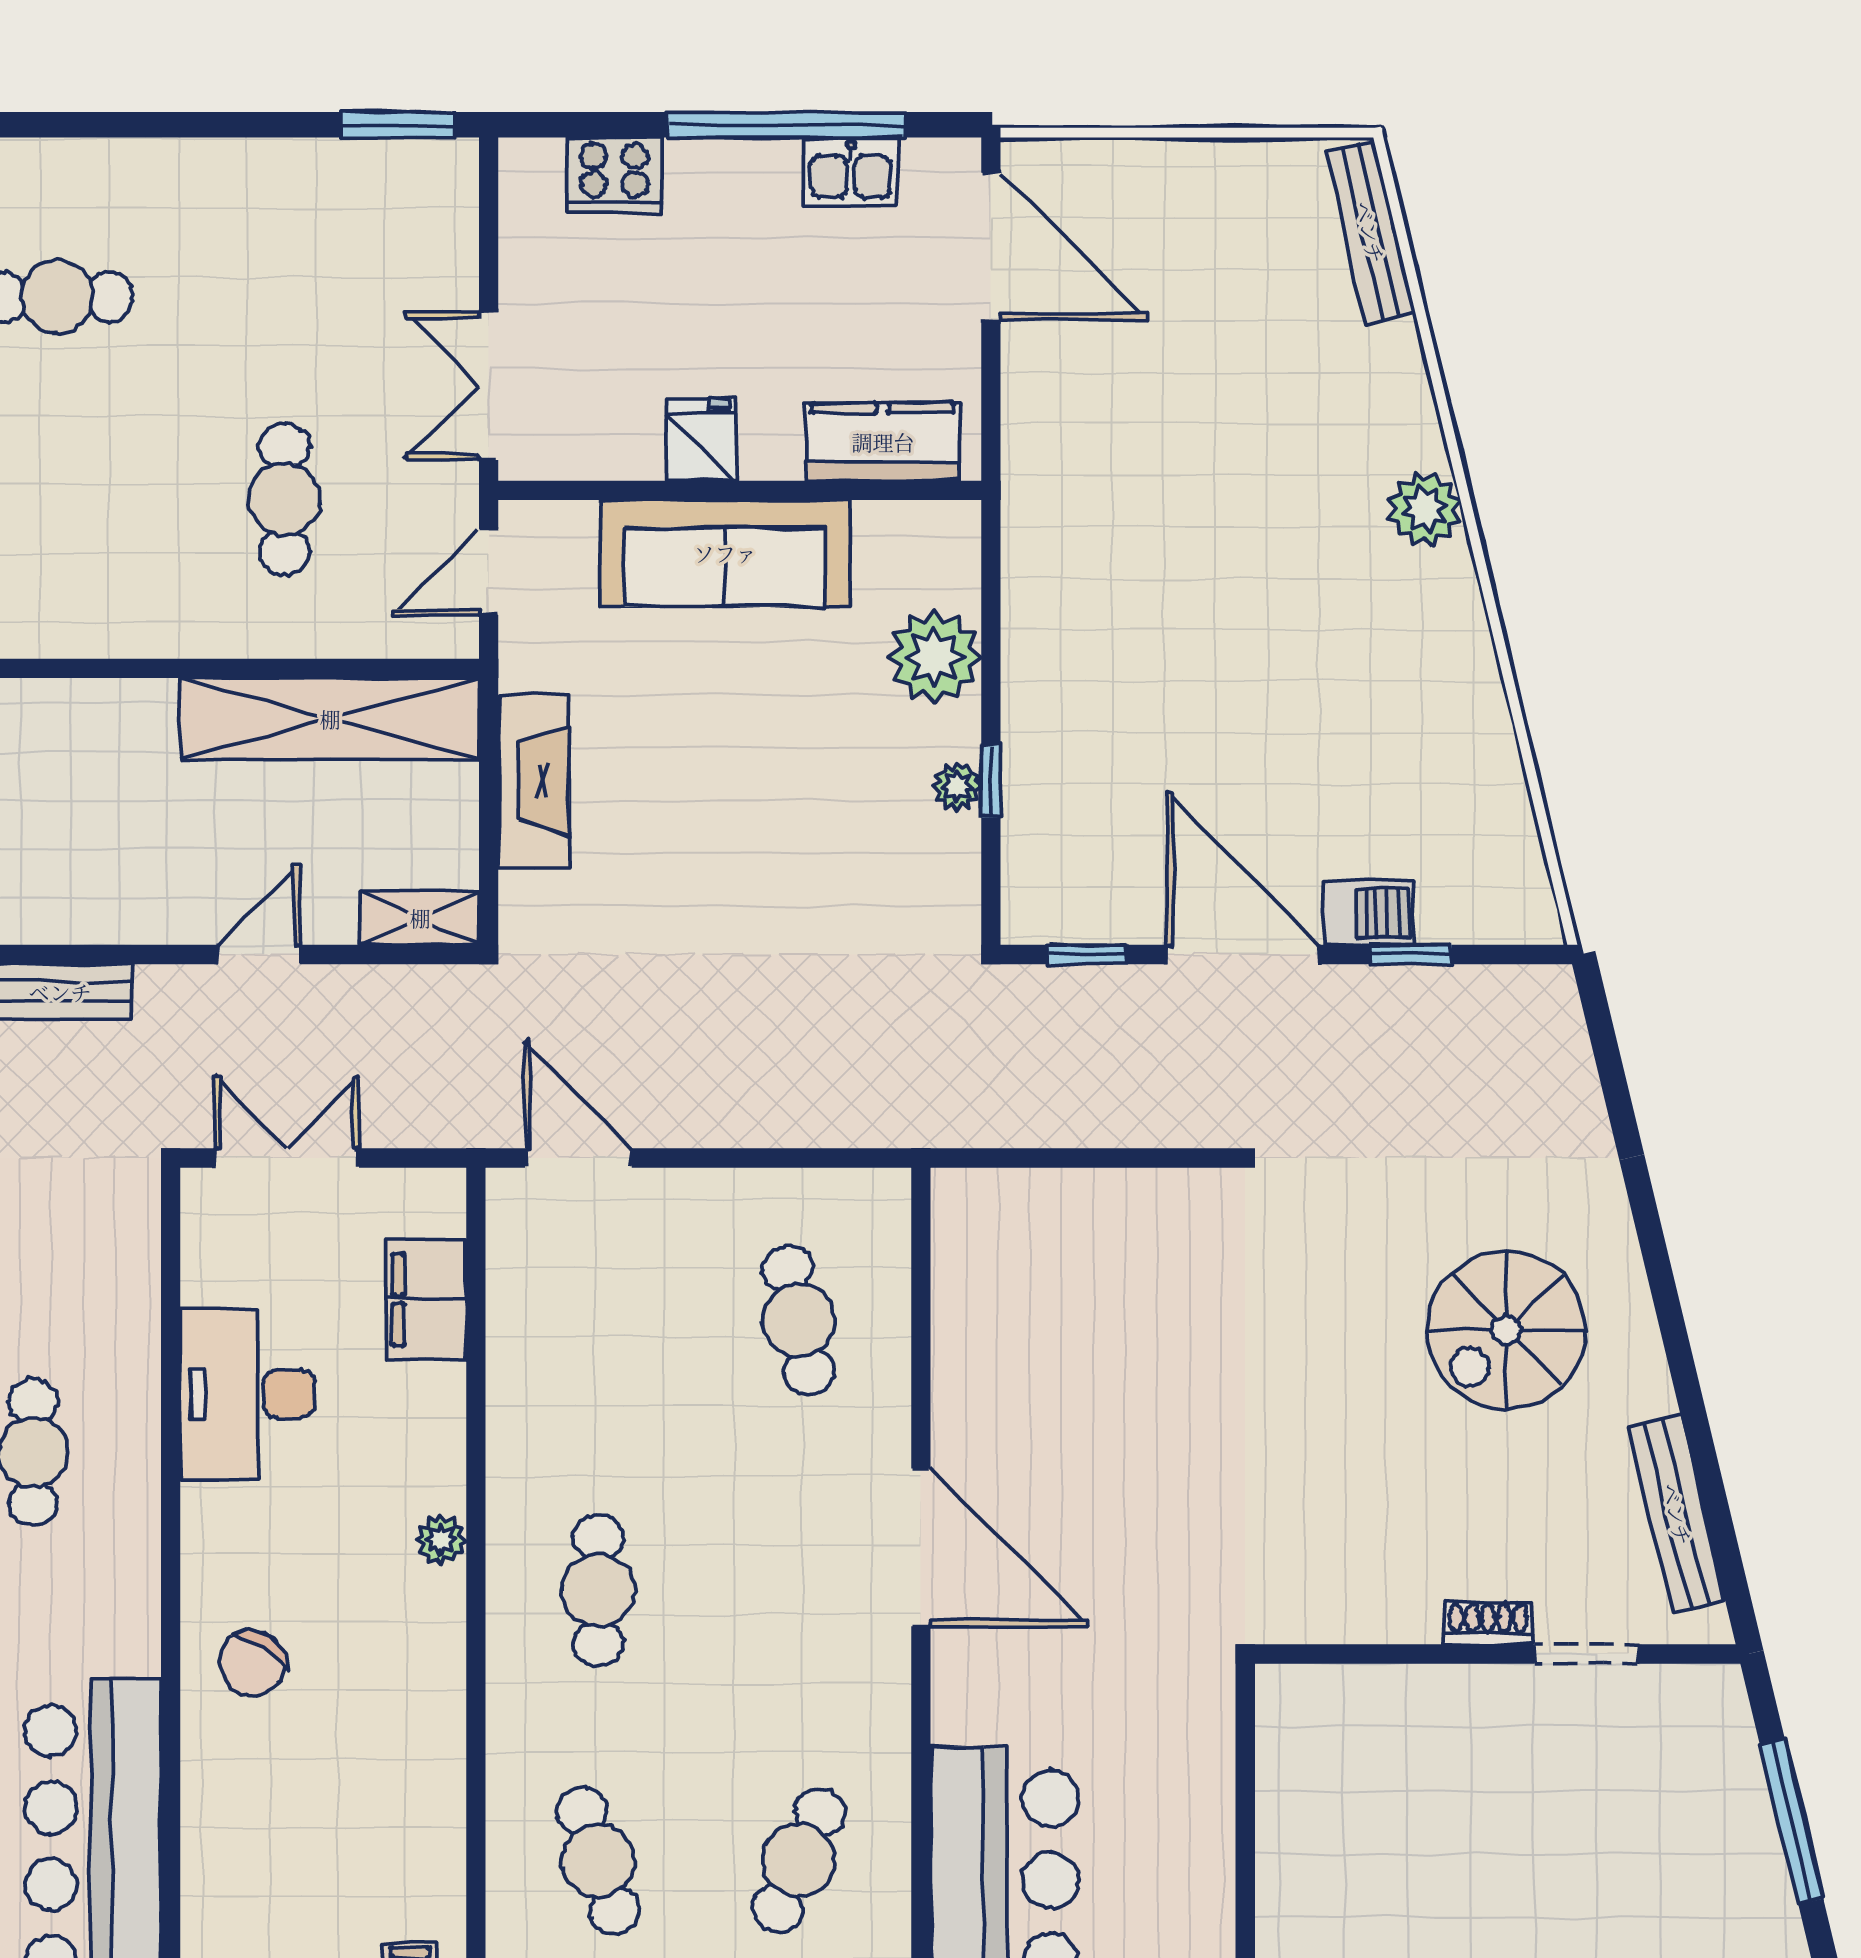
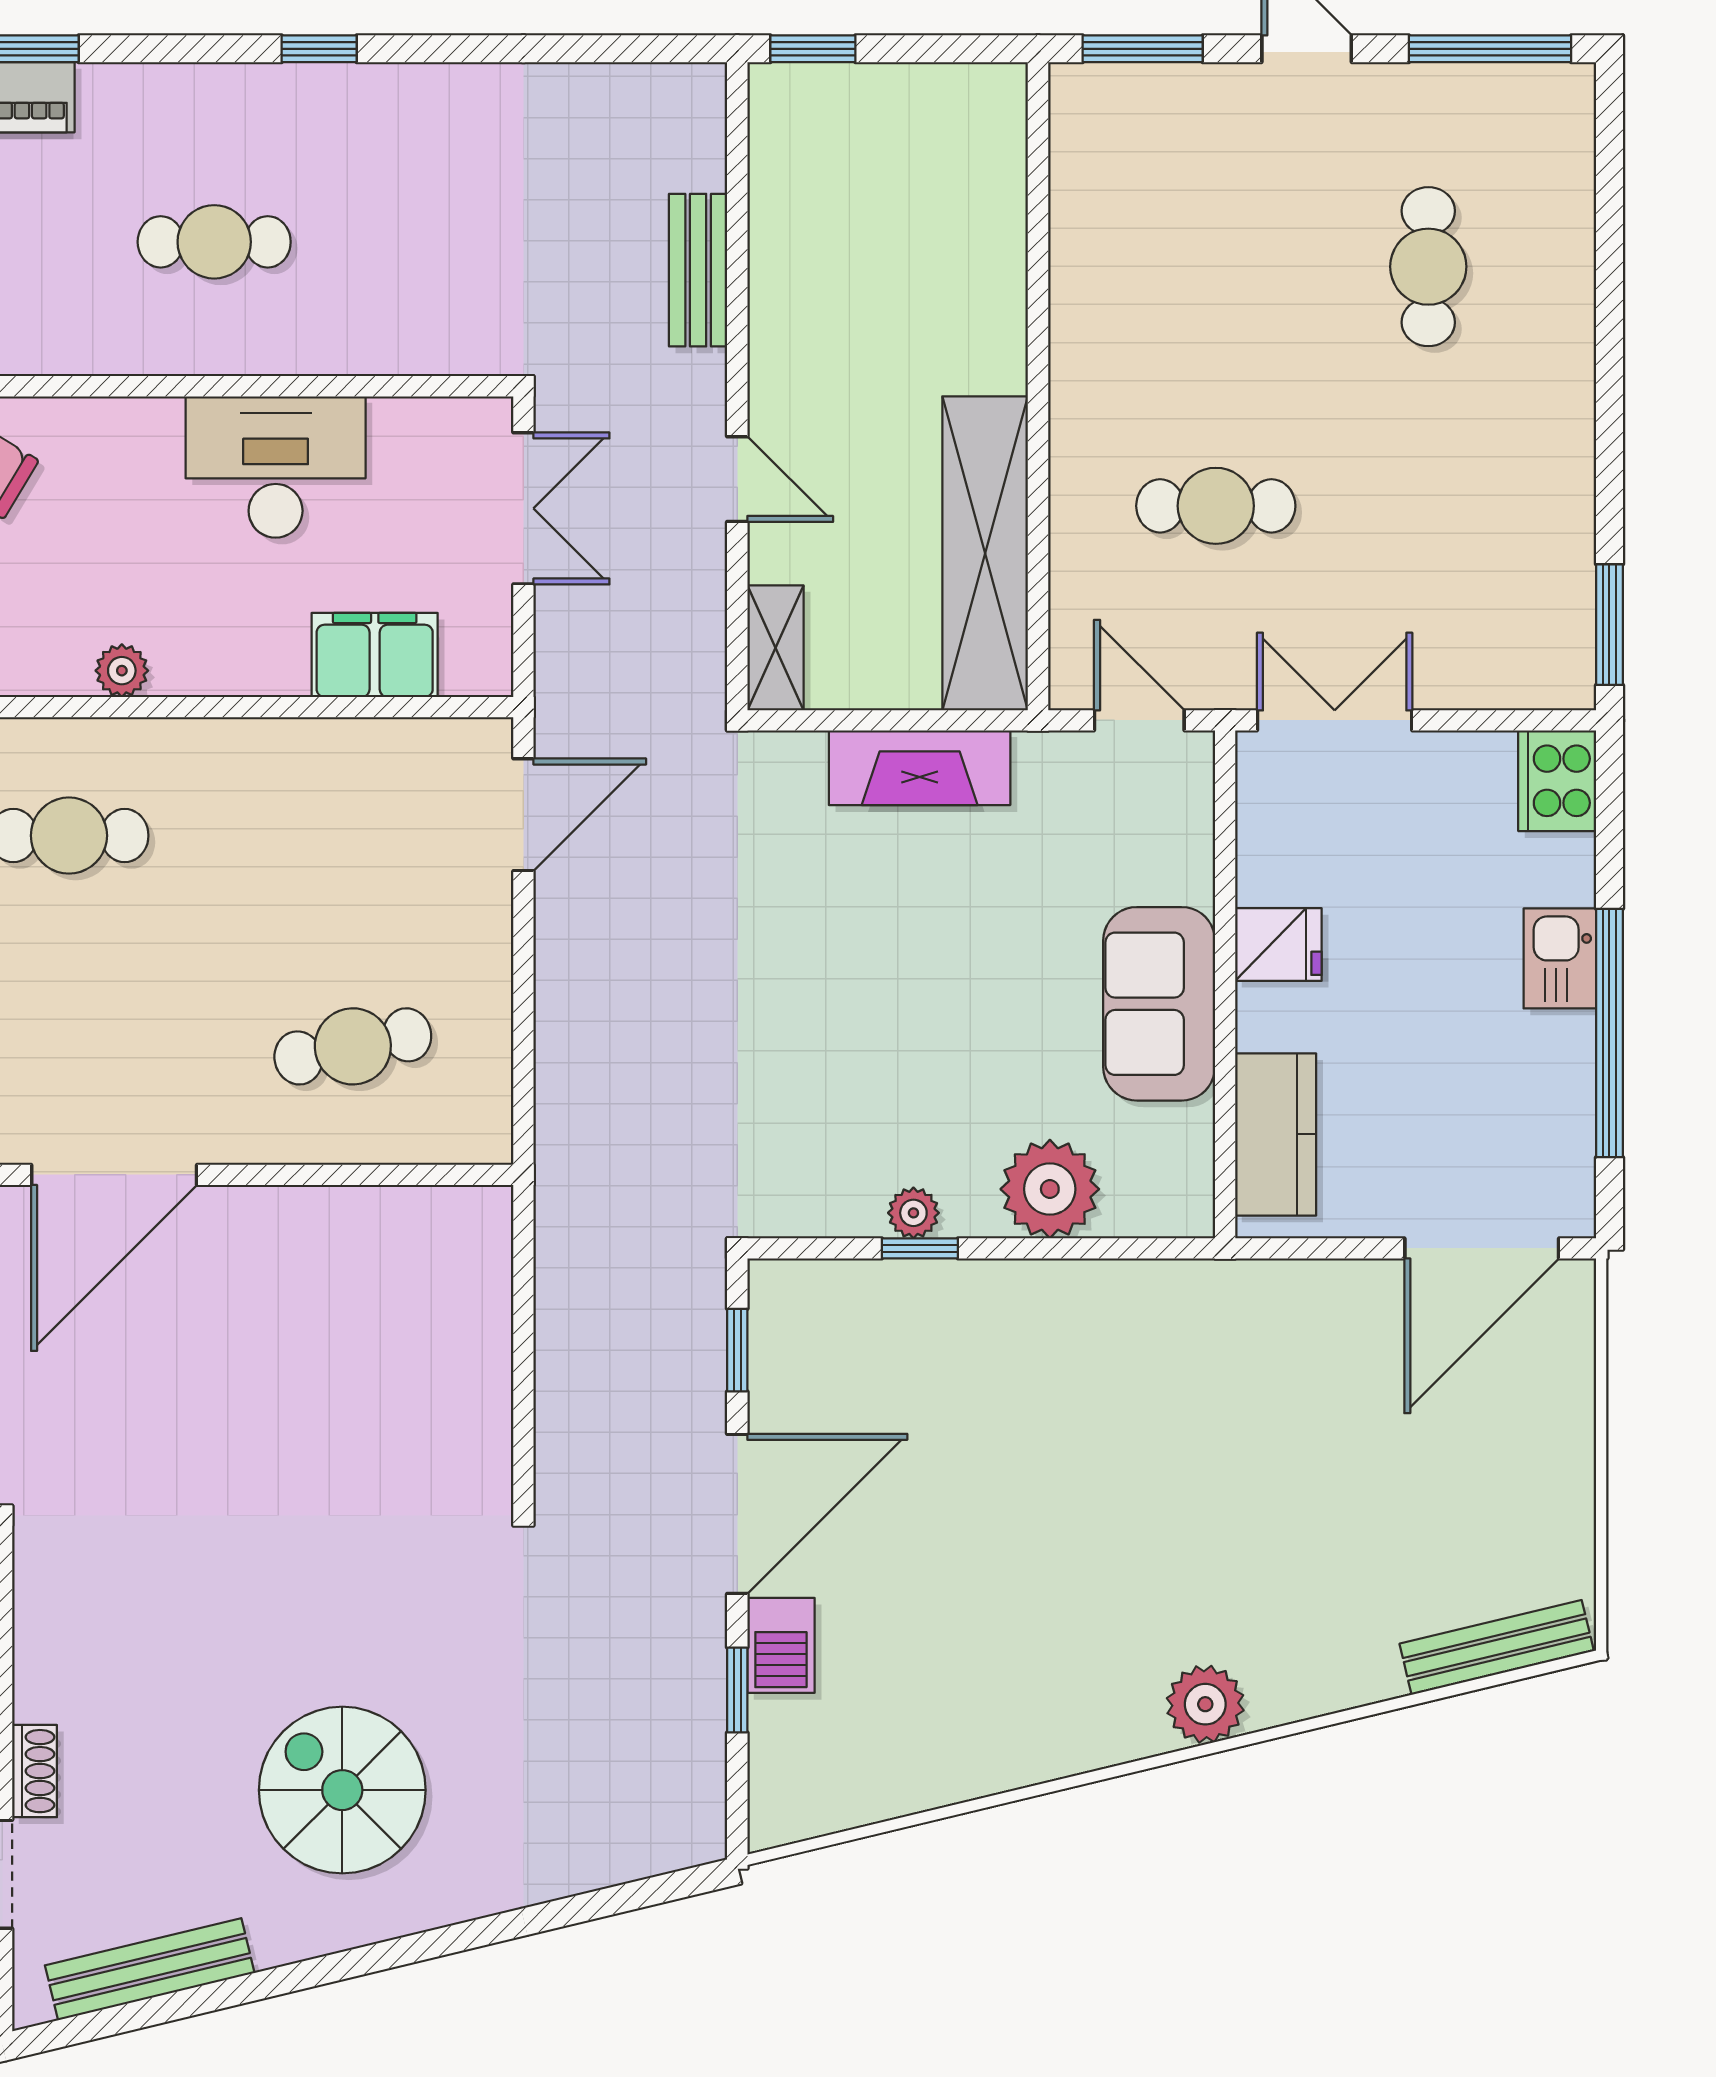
kitchen sink: (851, 172) -> (1560, 958), moved
cooker: (615, 174) -> (1557, 781), moved
sofa: (725, 553) -> (1159, 1004), width x0.73

